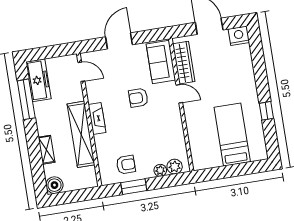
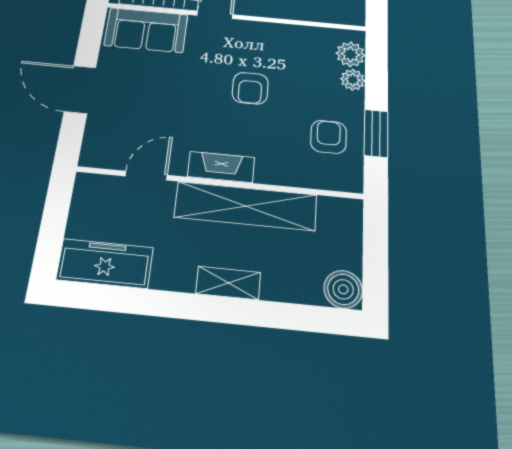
door: (81, 72) -> (146, 176), moved
armchair: (138, 98) -> (250, 88), moved
window: (26, 99) -> (138, 301), removed
shelving: (46, 150) -> (228, 283), moved

